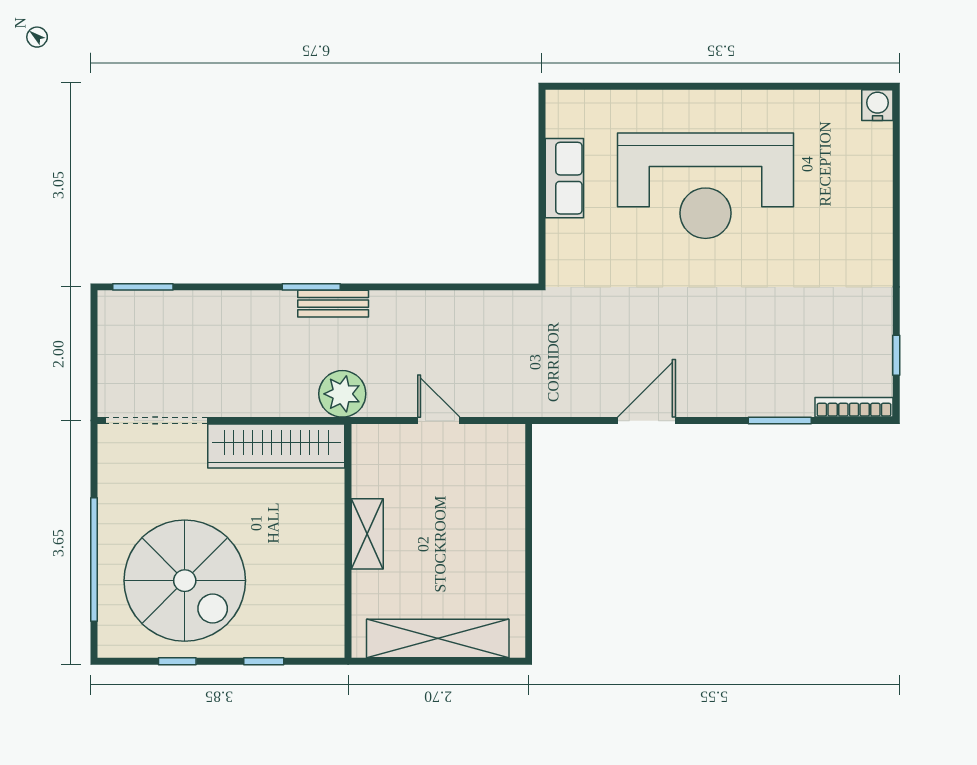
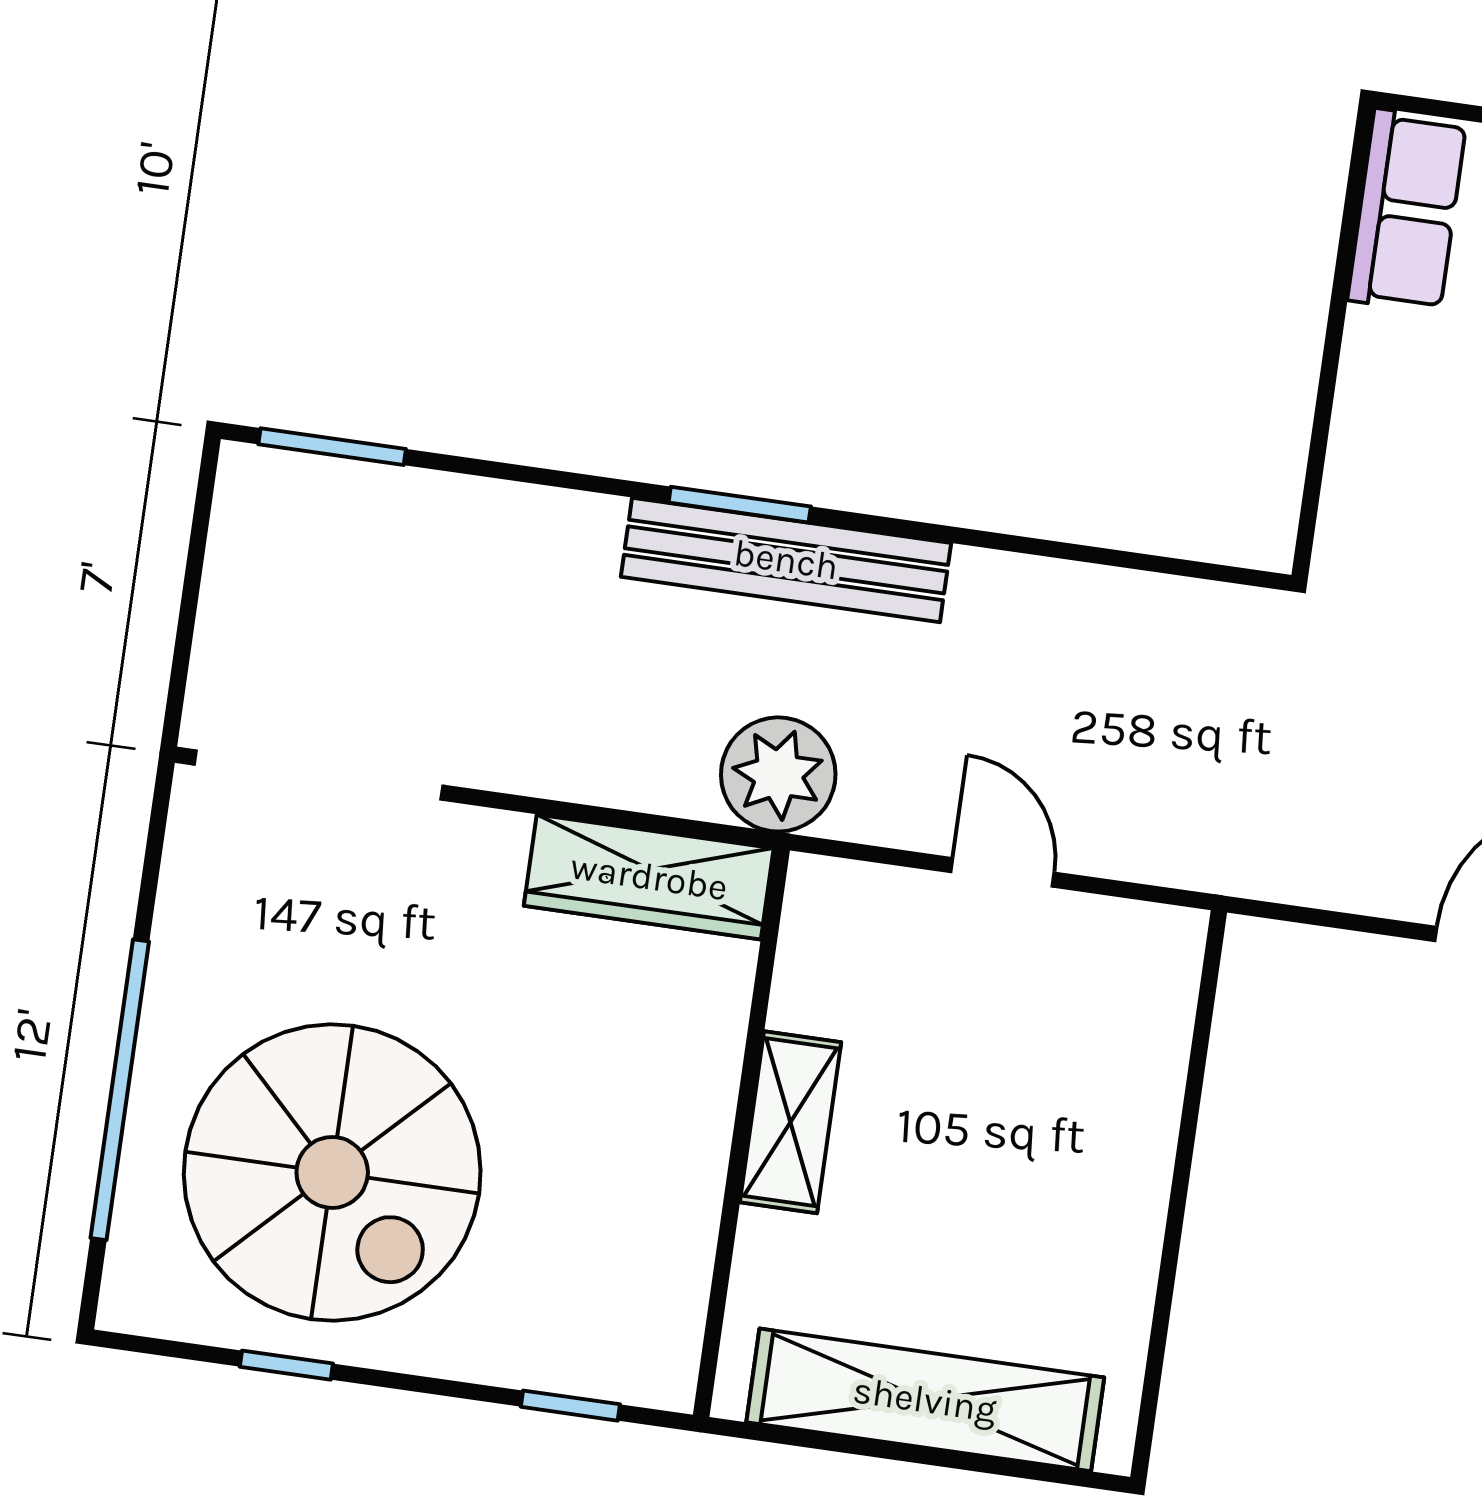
row of seats: (564, 178) -> (1407, 211), moved
bench: (333, 304) -> (786, 560), width x1.86, depth x1.21
wardrobe: (276, 446) -> (649, 877), width x0.71, depth x0.85
window: (264, 661) -> (570, 1406), moved

